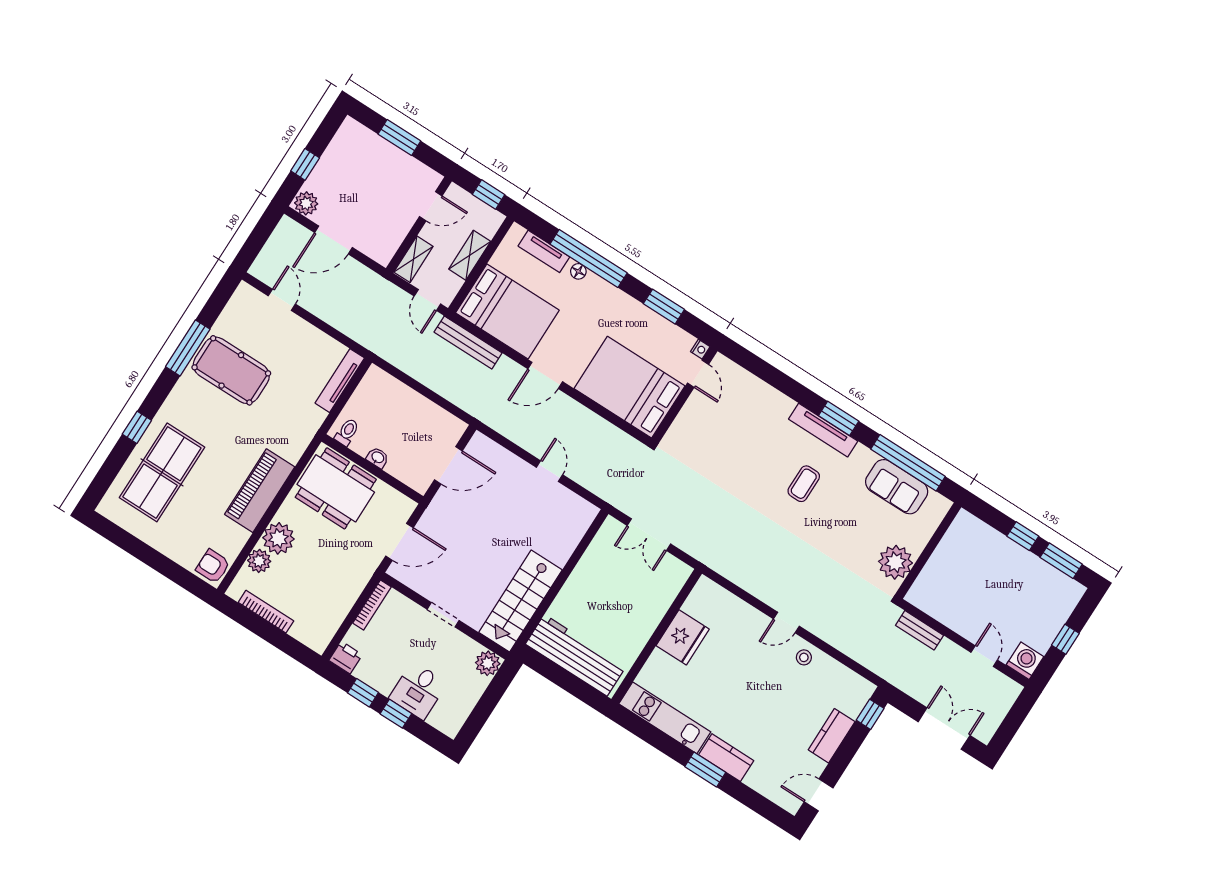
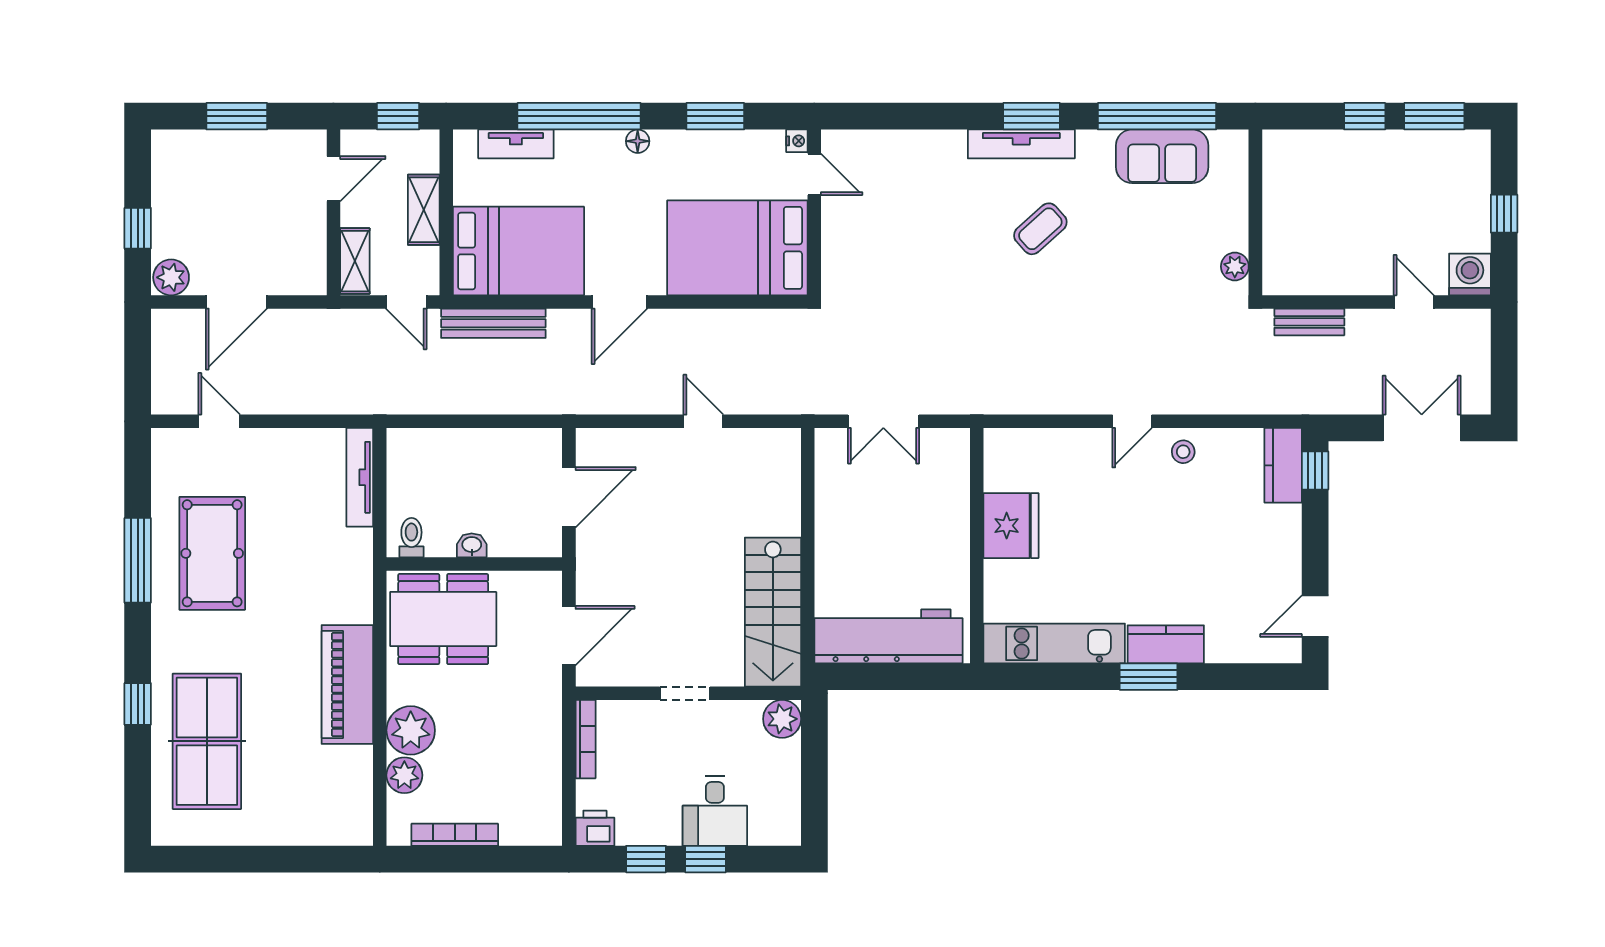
floor lamp: (578, 271) -> (638, 141), moved
pool table: (231, 370) -> (212, 553), turned 90
coffee table: (804, 484) -> (1040, 229), turned 48
plant: (895, 562) -> (1235, 266), width x0.53, depth x0.53
armchair: (213, 566) -> (349, 820), removed
kitchen counter: (832, 736) -> (1283, 465), moved

